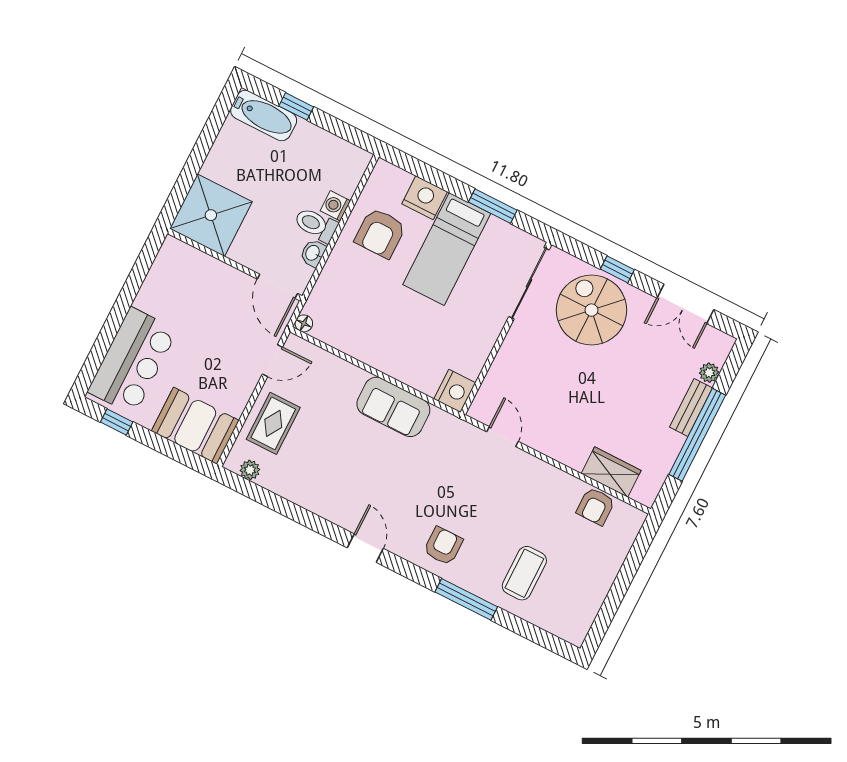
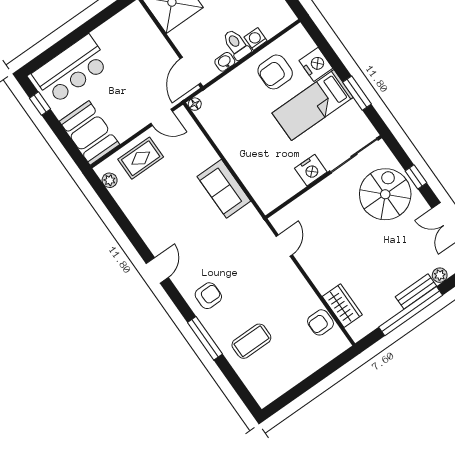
nightstand: (455, 391) -> (311, 170), moved

